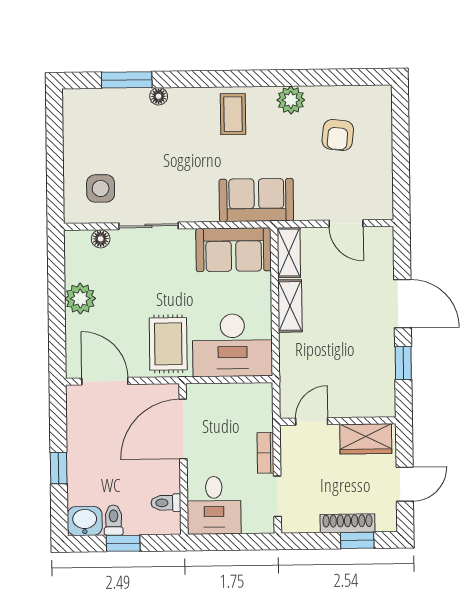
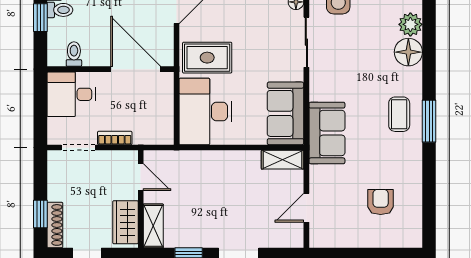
window: (127, 80) -> (429, 121), moved
floor lamp: (159, 96) -> (408, 52), width x1.89, depth x1.89
plant: (291, 100) -> (410, 24), moved
coffee table: (233, 114) -> (399, 114), turned 90
armchair: (338, 135) -> (381, 202), turned 84
shelving: (290, 306) -> (153, 226), moved, turned 90
shoe rack: (348, 523) -> (55, 225), moved

